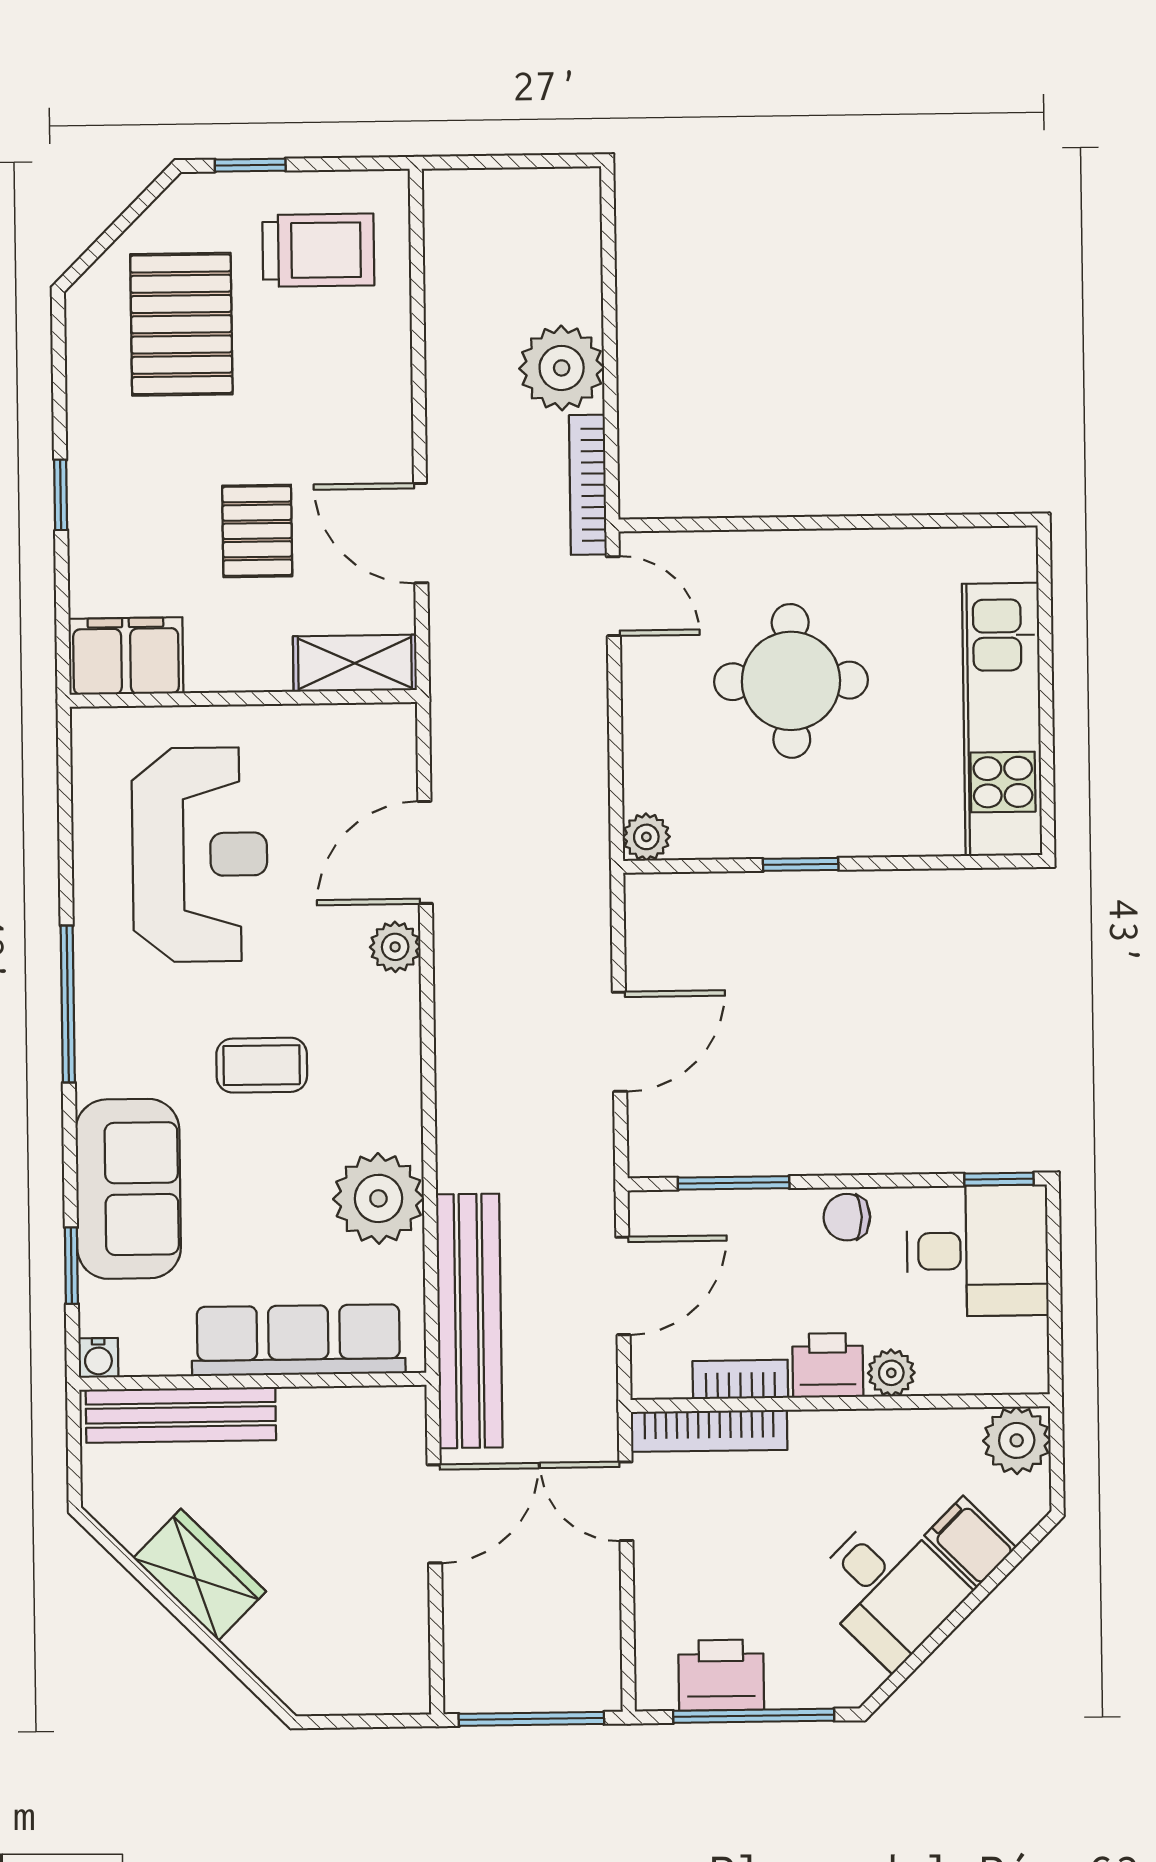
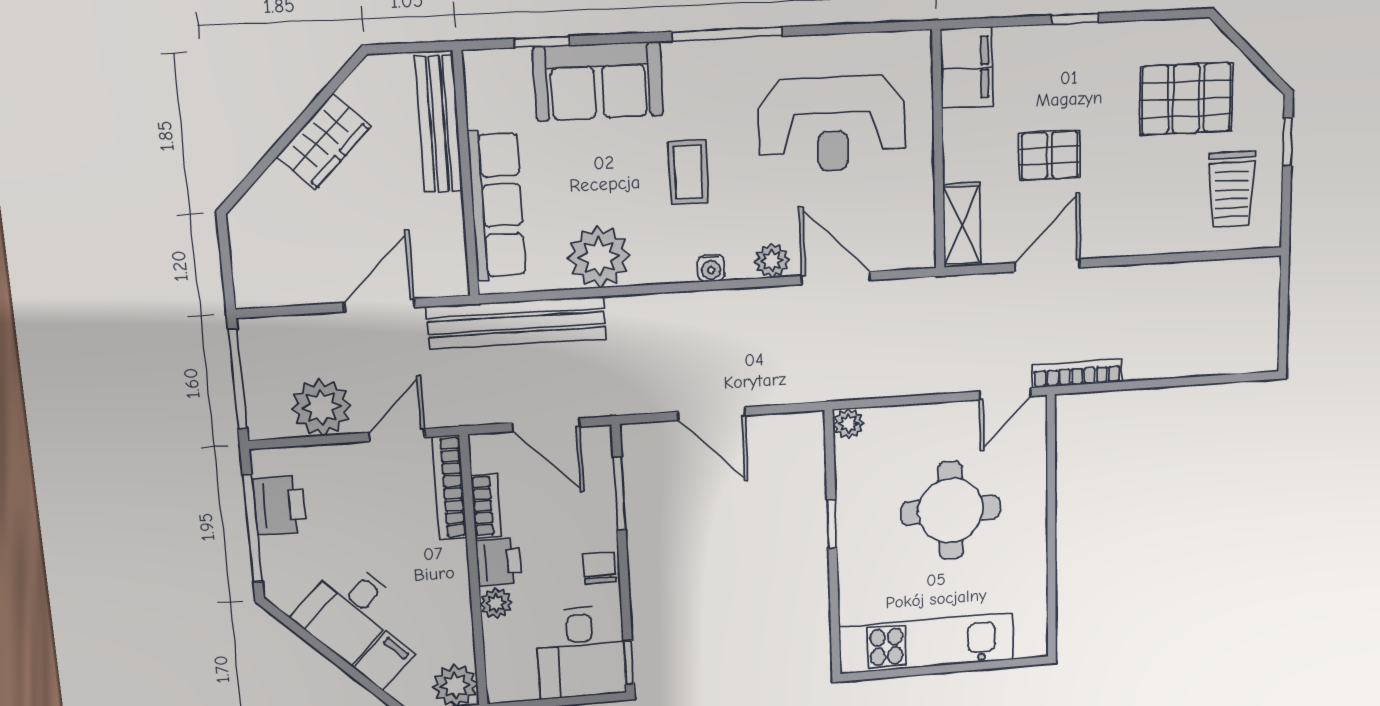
plant: (562, 368) -> (321, 407), moved
water cooler: (98, 1358) -> (711, 268), moved, turned -90
door: (434, 1514) -> (379, 305), swing flipped

